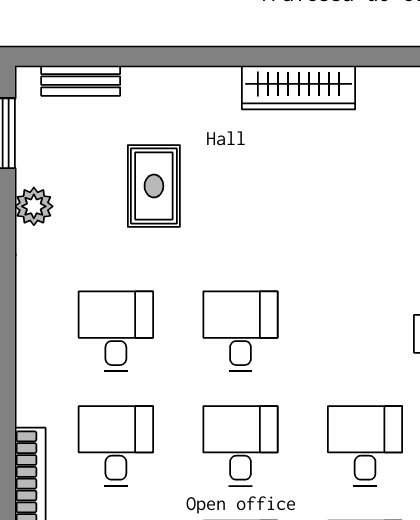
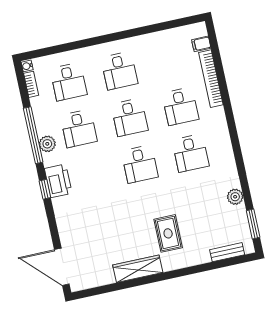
rug: (154, 186) -> (168, 233), moved

